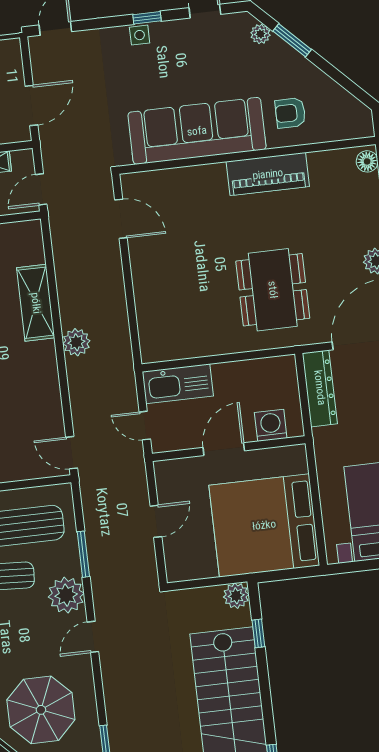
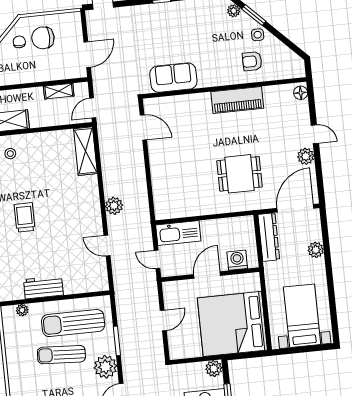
side table: (140, 35) -> (258, 35), moved
sofa: (197, 131) -> (173, 78), width x0.54, depth x0.79
dining table: (273, 290) -> (240, 174), width x0.73
shelving: (36, 303) -> (85, 151), moved
door: (72, 453) -> (107, 246), moved

